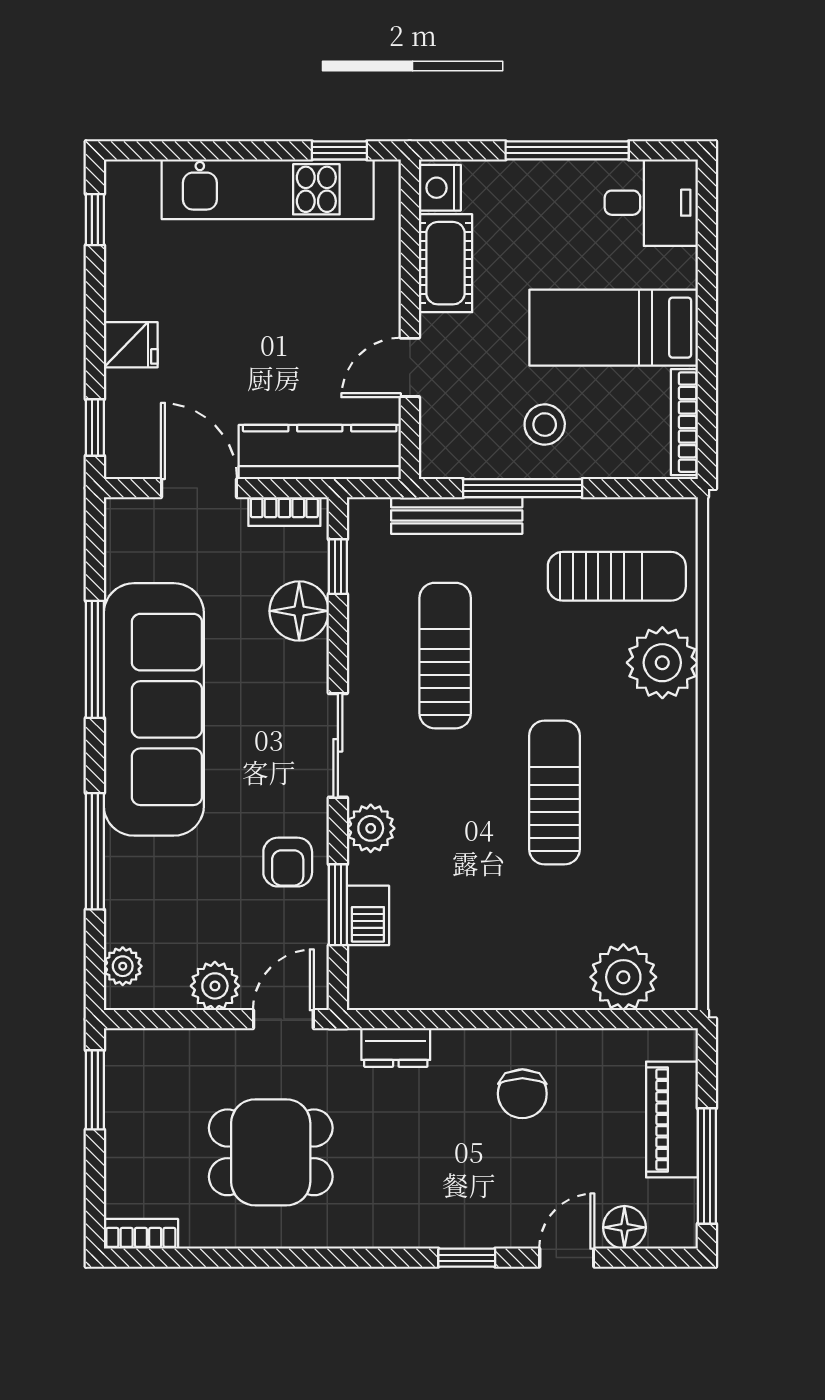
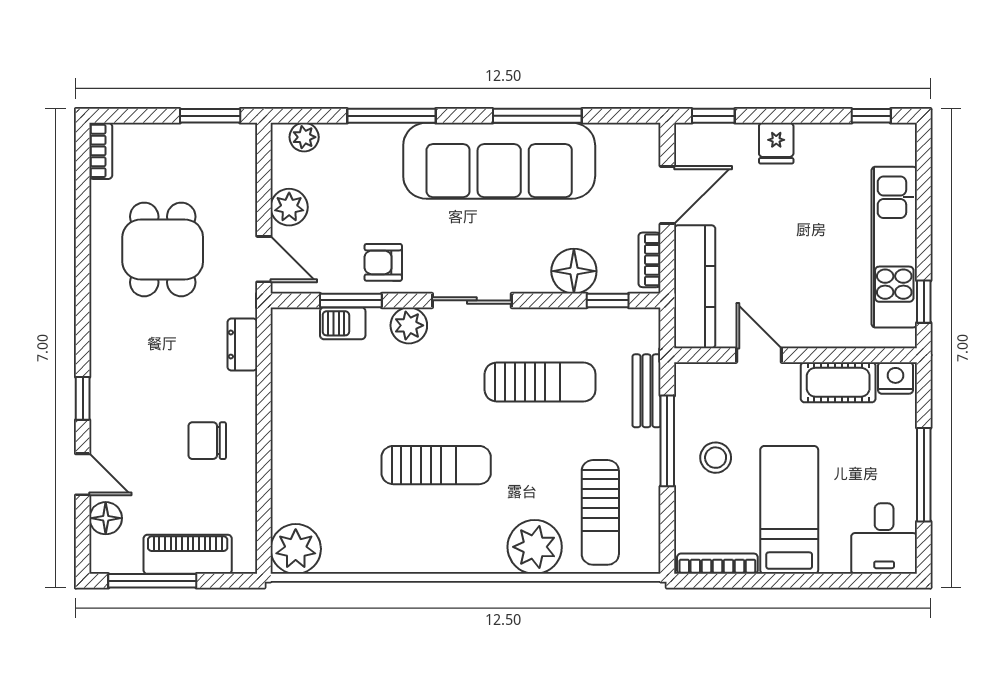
bench: (457, 515) -> (647, 391), width x0.73
plant: (623, 977) -> (296, 549), moved

